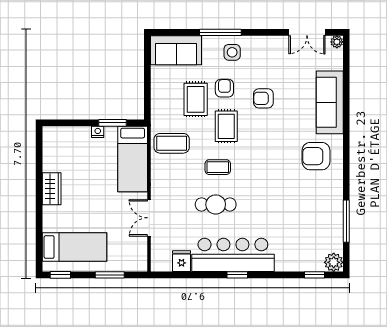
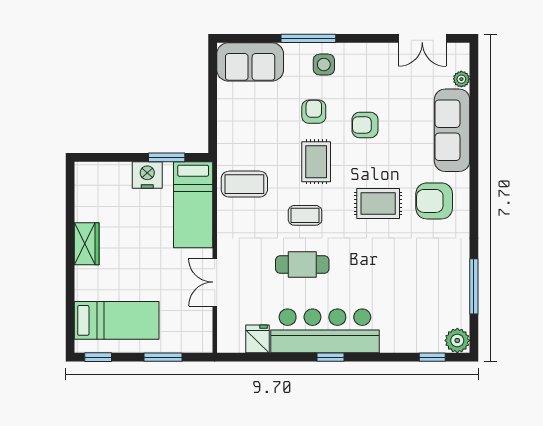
plant: (337, 42) -> (461, 79), moved
rug: (196, 99) -> (378, 204), moved, turned 90
nightstand: (98, 132) -> (147, 175), width x1.89, depth x1.79

